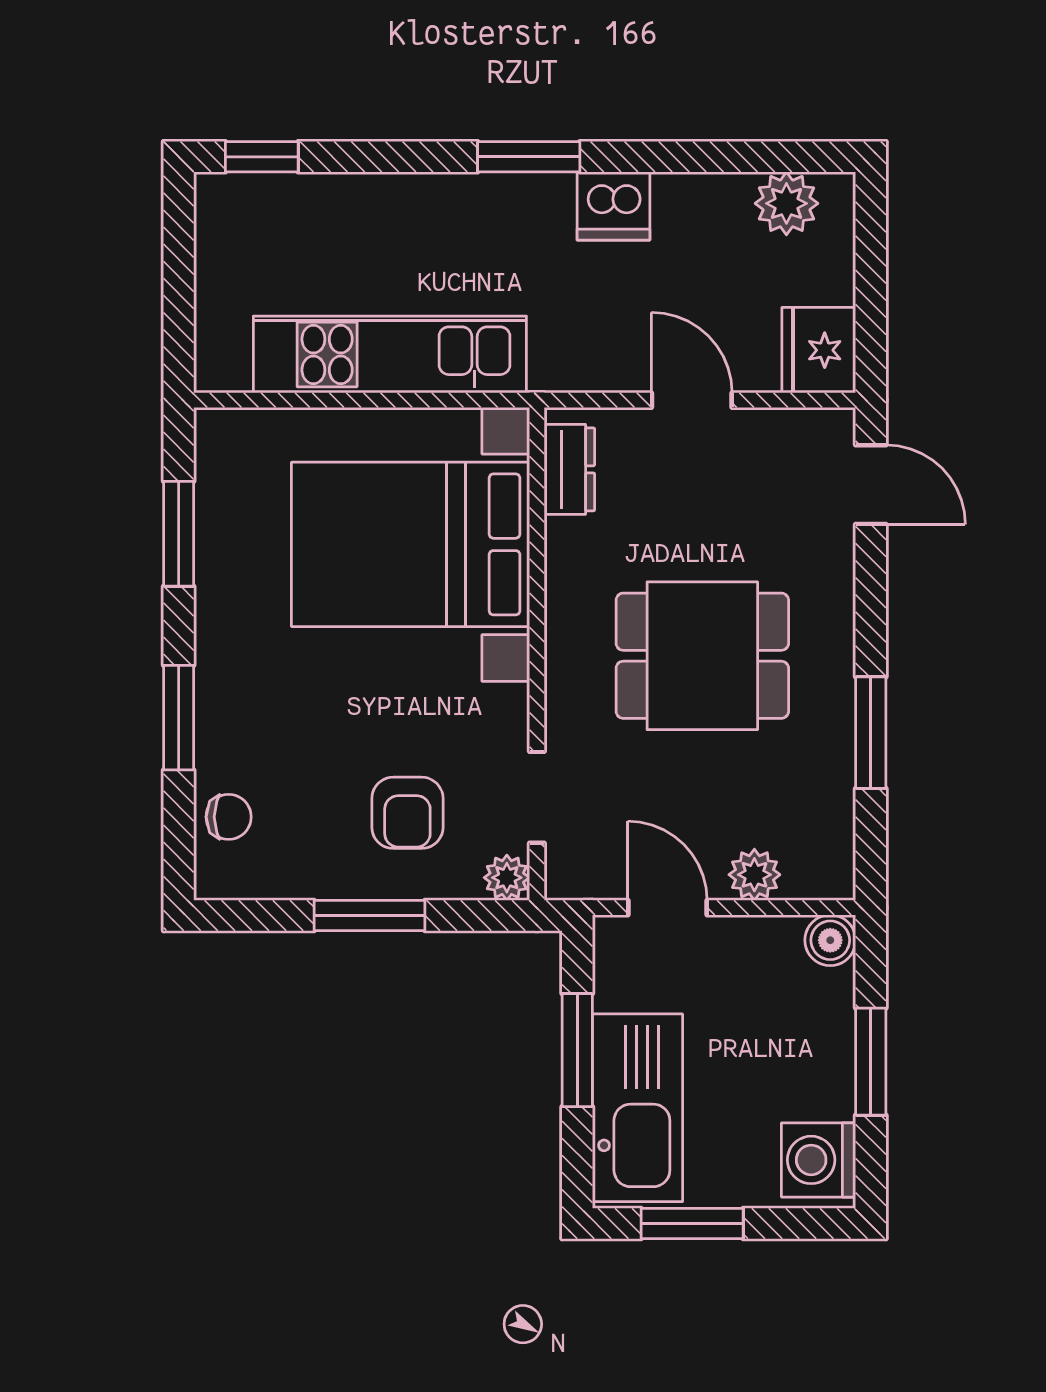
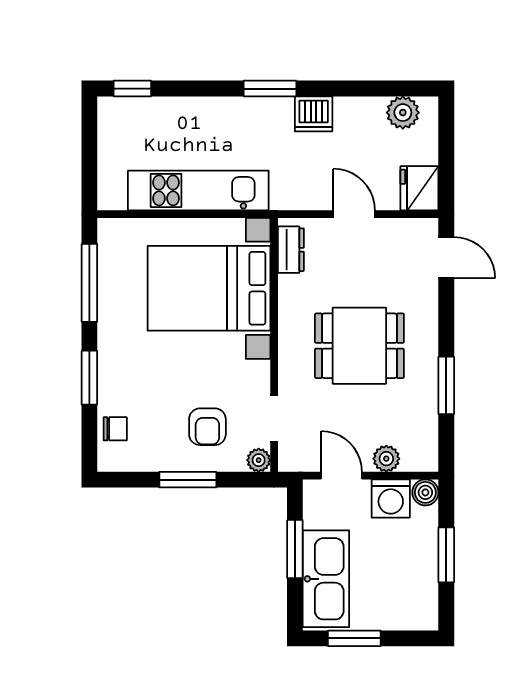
window: (179, 534) -> (89, 283), width x1.44
washing machine: (819, 1160) -> (391, 498), moved, turned -90

